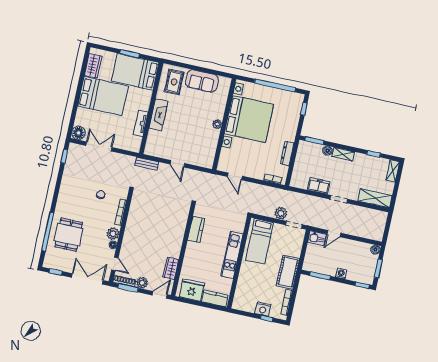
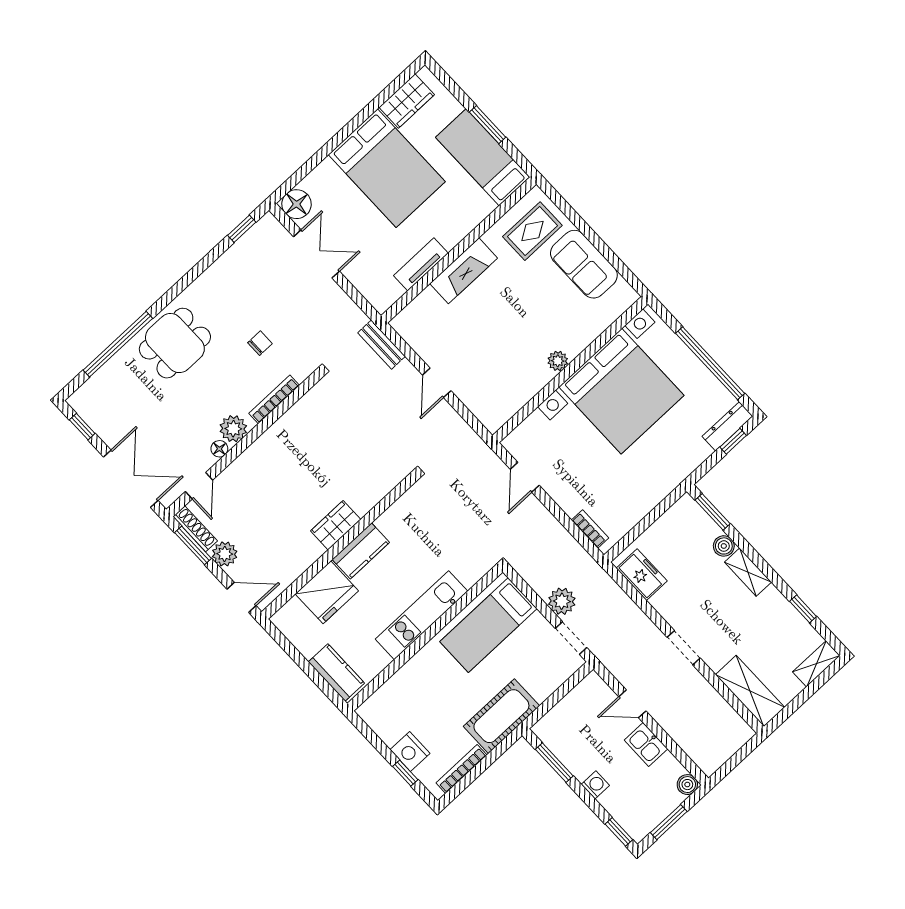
bed: (135, 72) -> (483, 157), width x0.67
dresser: (287, 153) -> (727, 426), moved
freezer: (319, 186) -> (642, 575), moved
kitchen counter: (196, 229) -> (361, 551), moved
dining table: (69, 235) -> (175, 343), moved
kitchen sink: (317, 238) -> (646, 744), moved
wardrobe: (171, 268) -> (336, 525), moved
fridge: (192, 290) -> (327, 592), moved, turned 90

